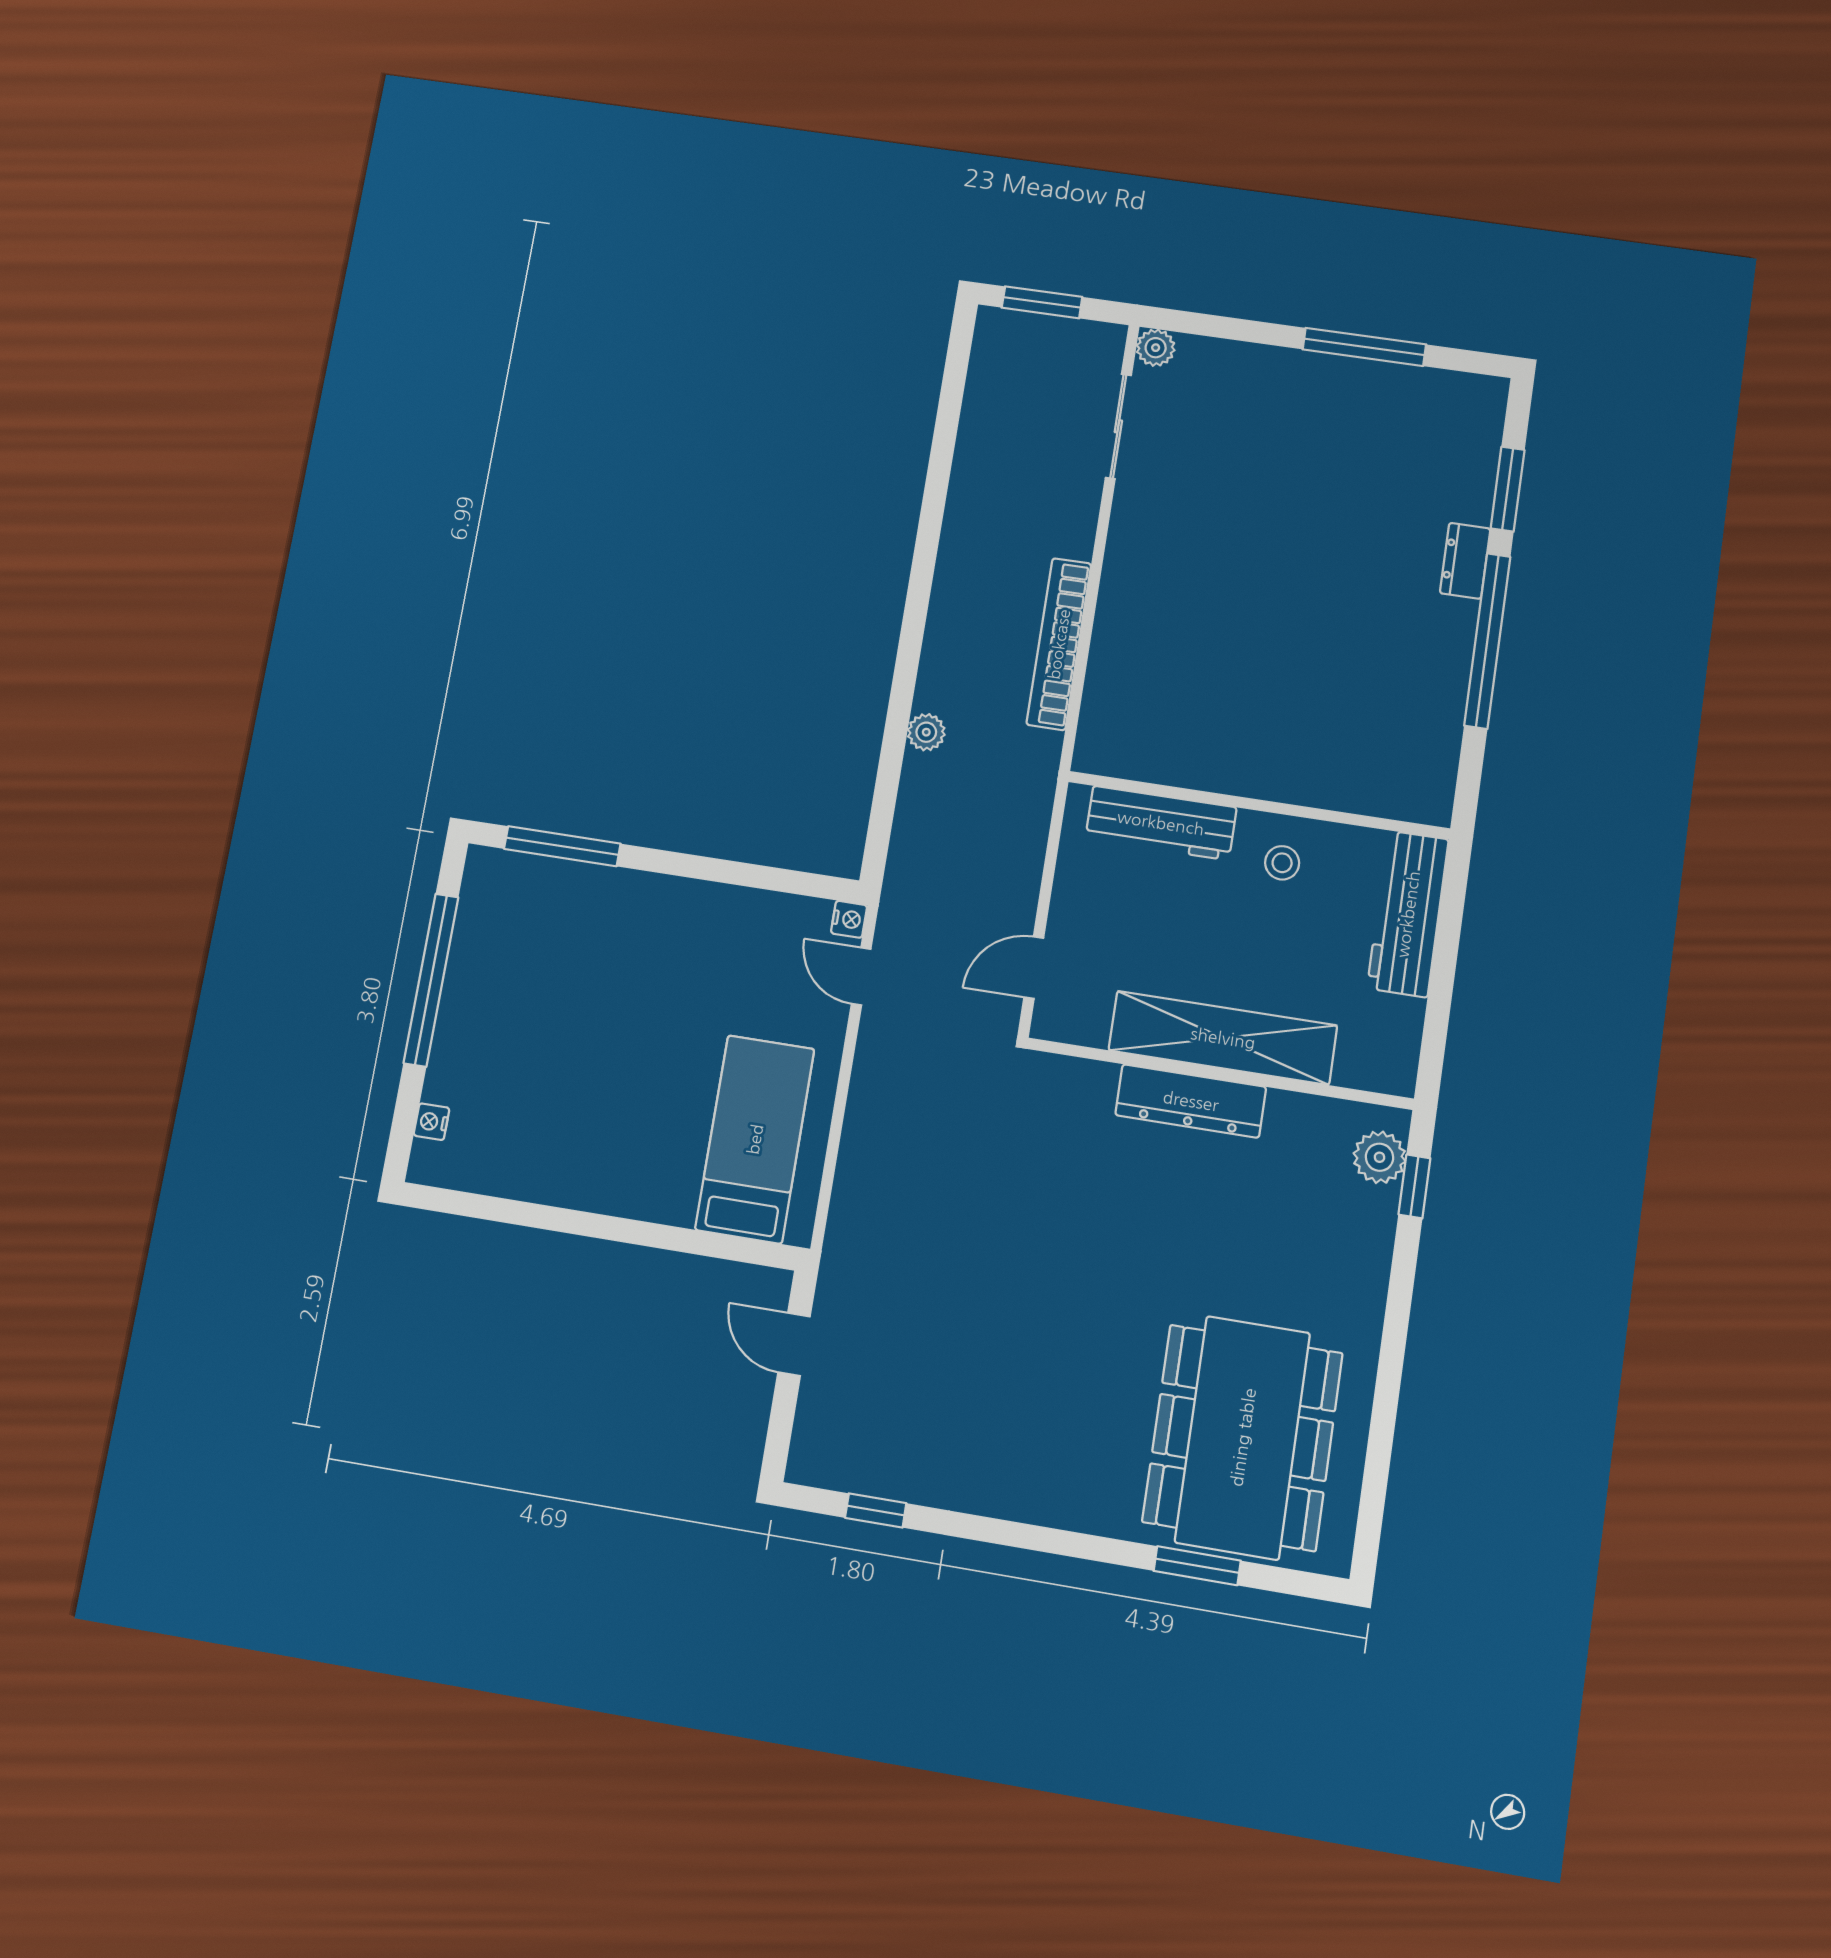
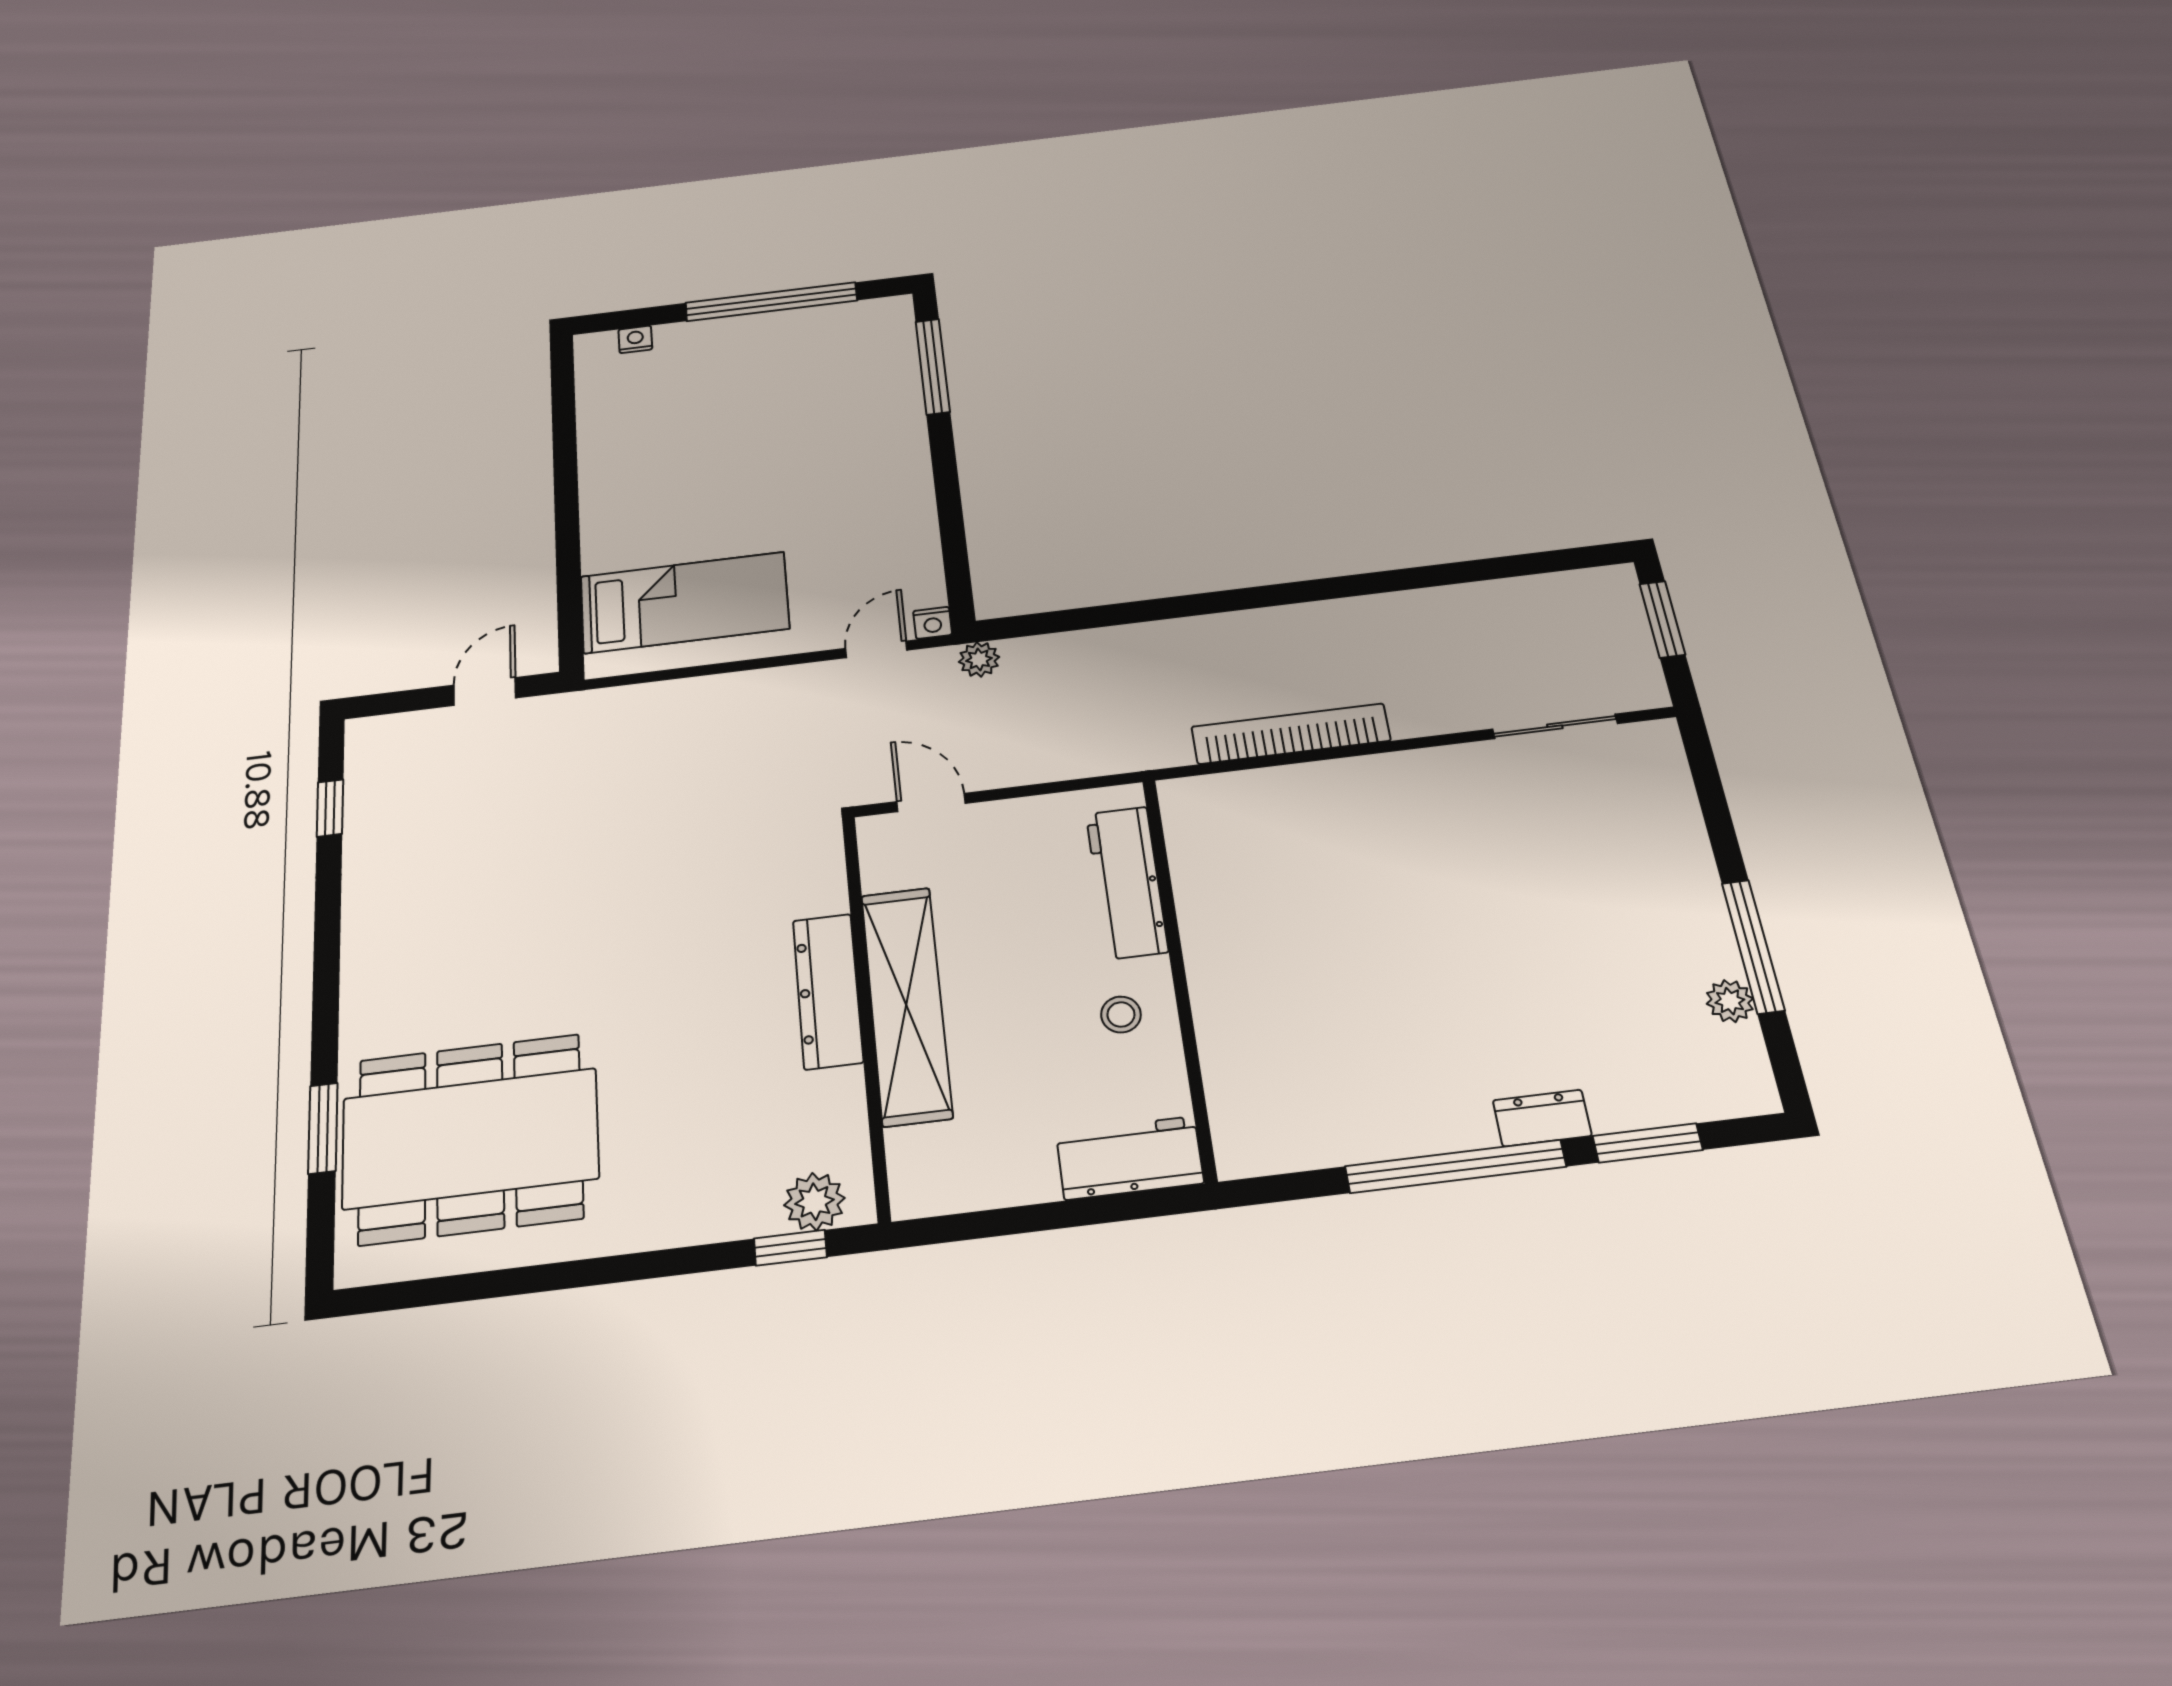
plant: (1156, 348) -> (1730, 1001), moved
plant: (926, 732) -> (979, 659), moved
workbench: (1408, 914) -> (1130, 1158), width x0.73

